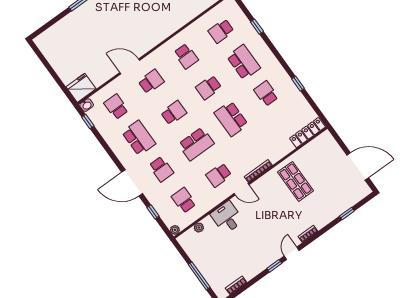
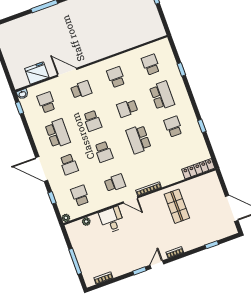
school desk: (221, 31) -> (151, 65), turned 90
school desk: (186, 56) -> (116, 77), turned 180
fridge: (81, 88) -> (37, 73), moved
school desk: (174, 113) -> (92, 121), turned 90
school desk: (196, 144) -> (104, 152), width x0.54
school desk: (219, 175) -> (115, 183), turned 180

